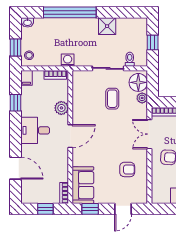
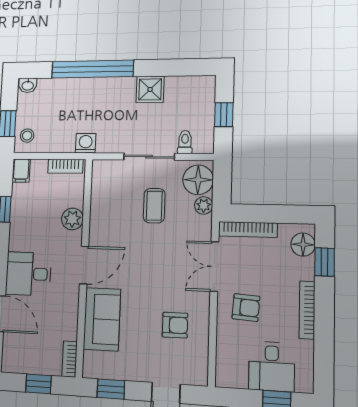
desk: (35, 130) -> (28, 274), moved
sofa: (83, 185) -> (102, 319), moved

